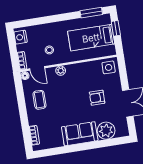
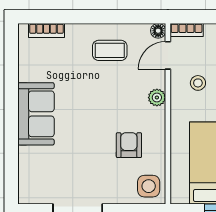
armchair: (97, 98) -> (129, 145), moved
plant: (106, 131) -> (34, 163), removed

